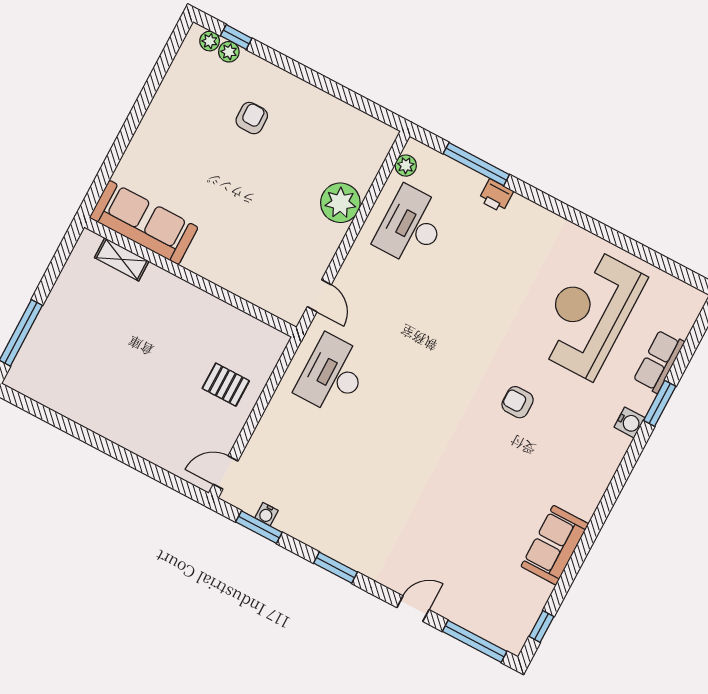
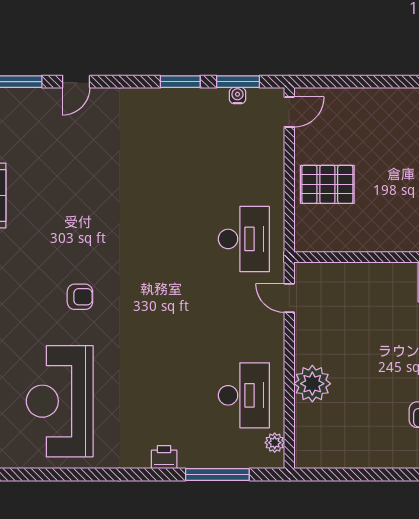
printer: (496, 196) -> (164, 457), moved
reception desk: (589, 313) -> (60, 401), turned 180
pallet: (226, 385) -> (327, 184), width x1.50, depth x1.42
window: (335, 568) -> (180, 82), moved

